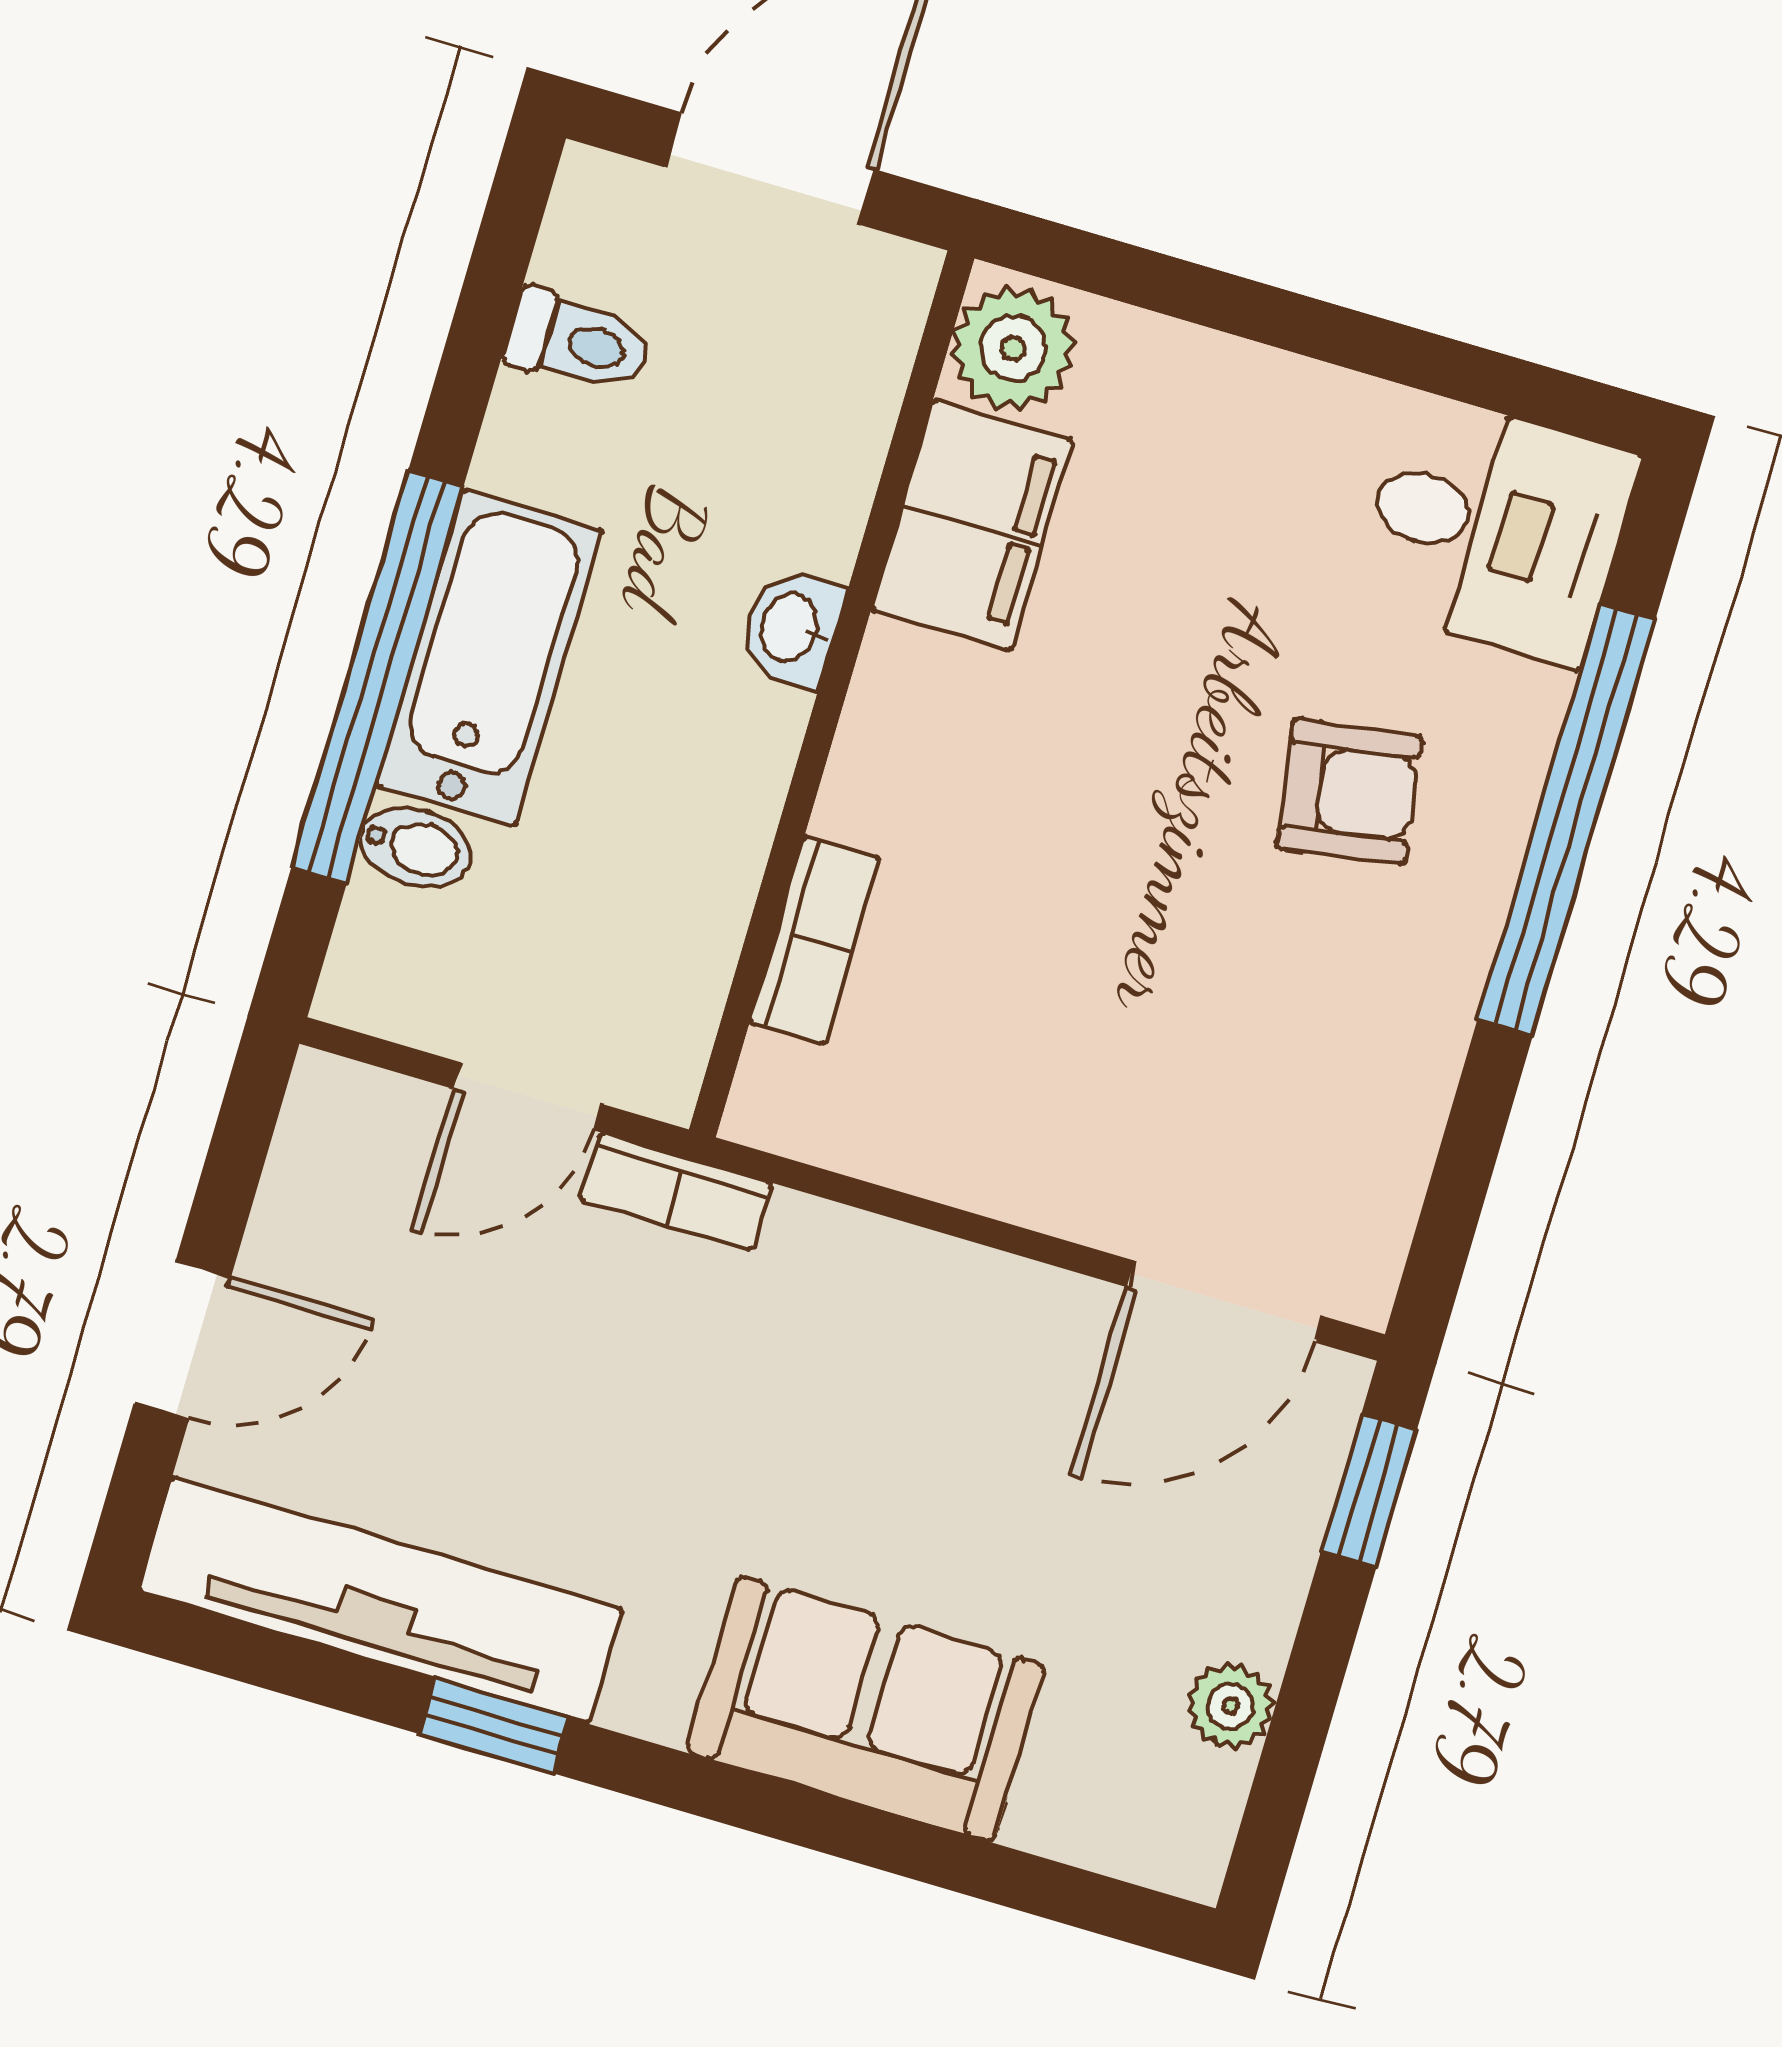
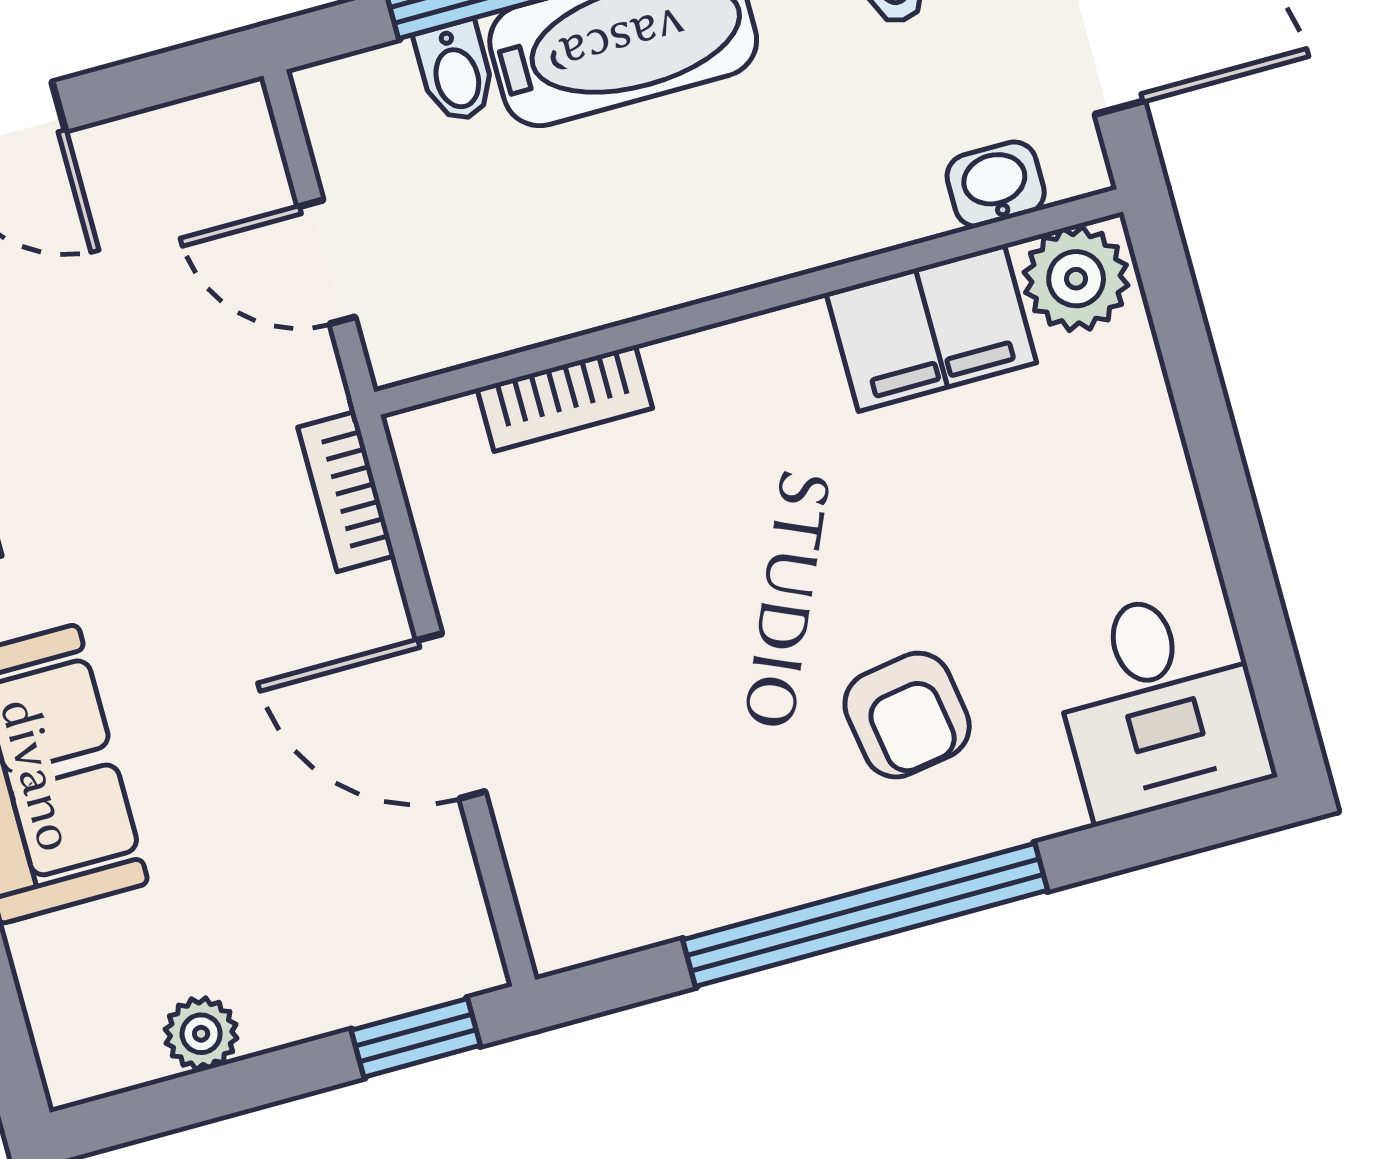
washbasin: (791, 628) -> (996, 184), moved
window: (1566, 819) -> (865, 915), moved
bookcase: (676, 1192) -> (346, 492), moved
door: (1225, 1302) -> (451, 716), moved

